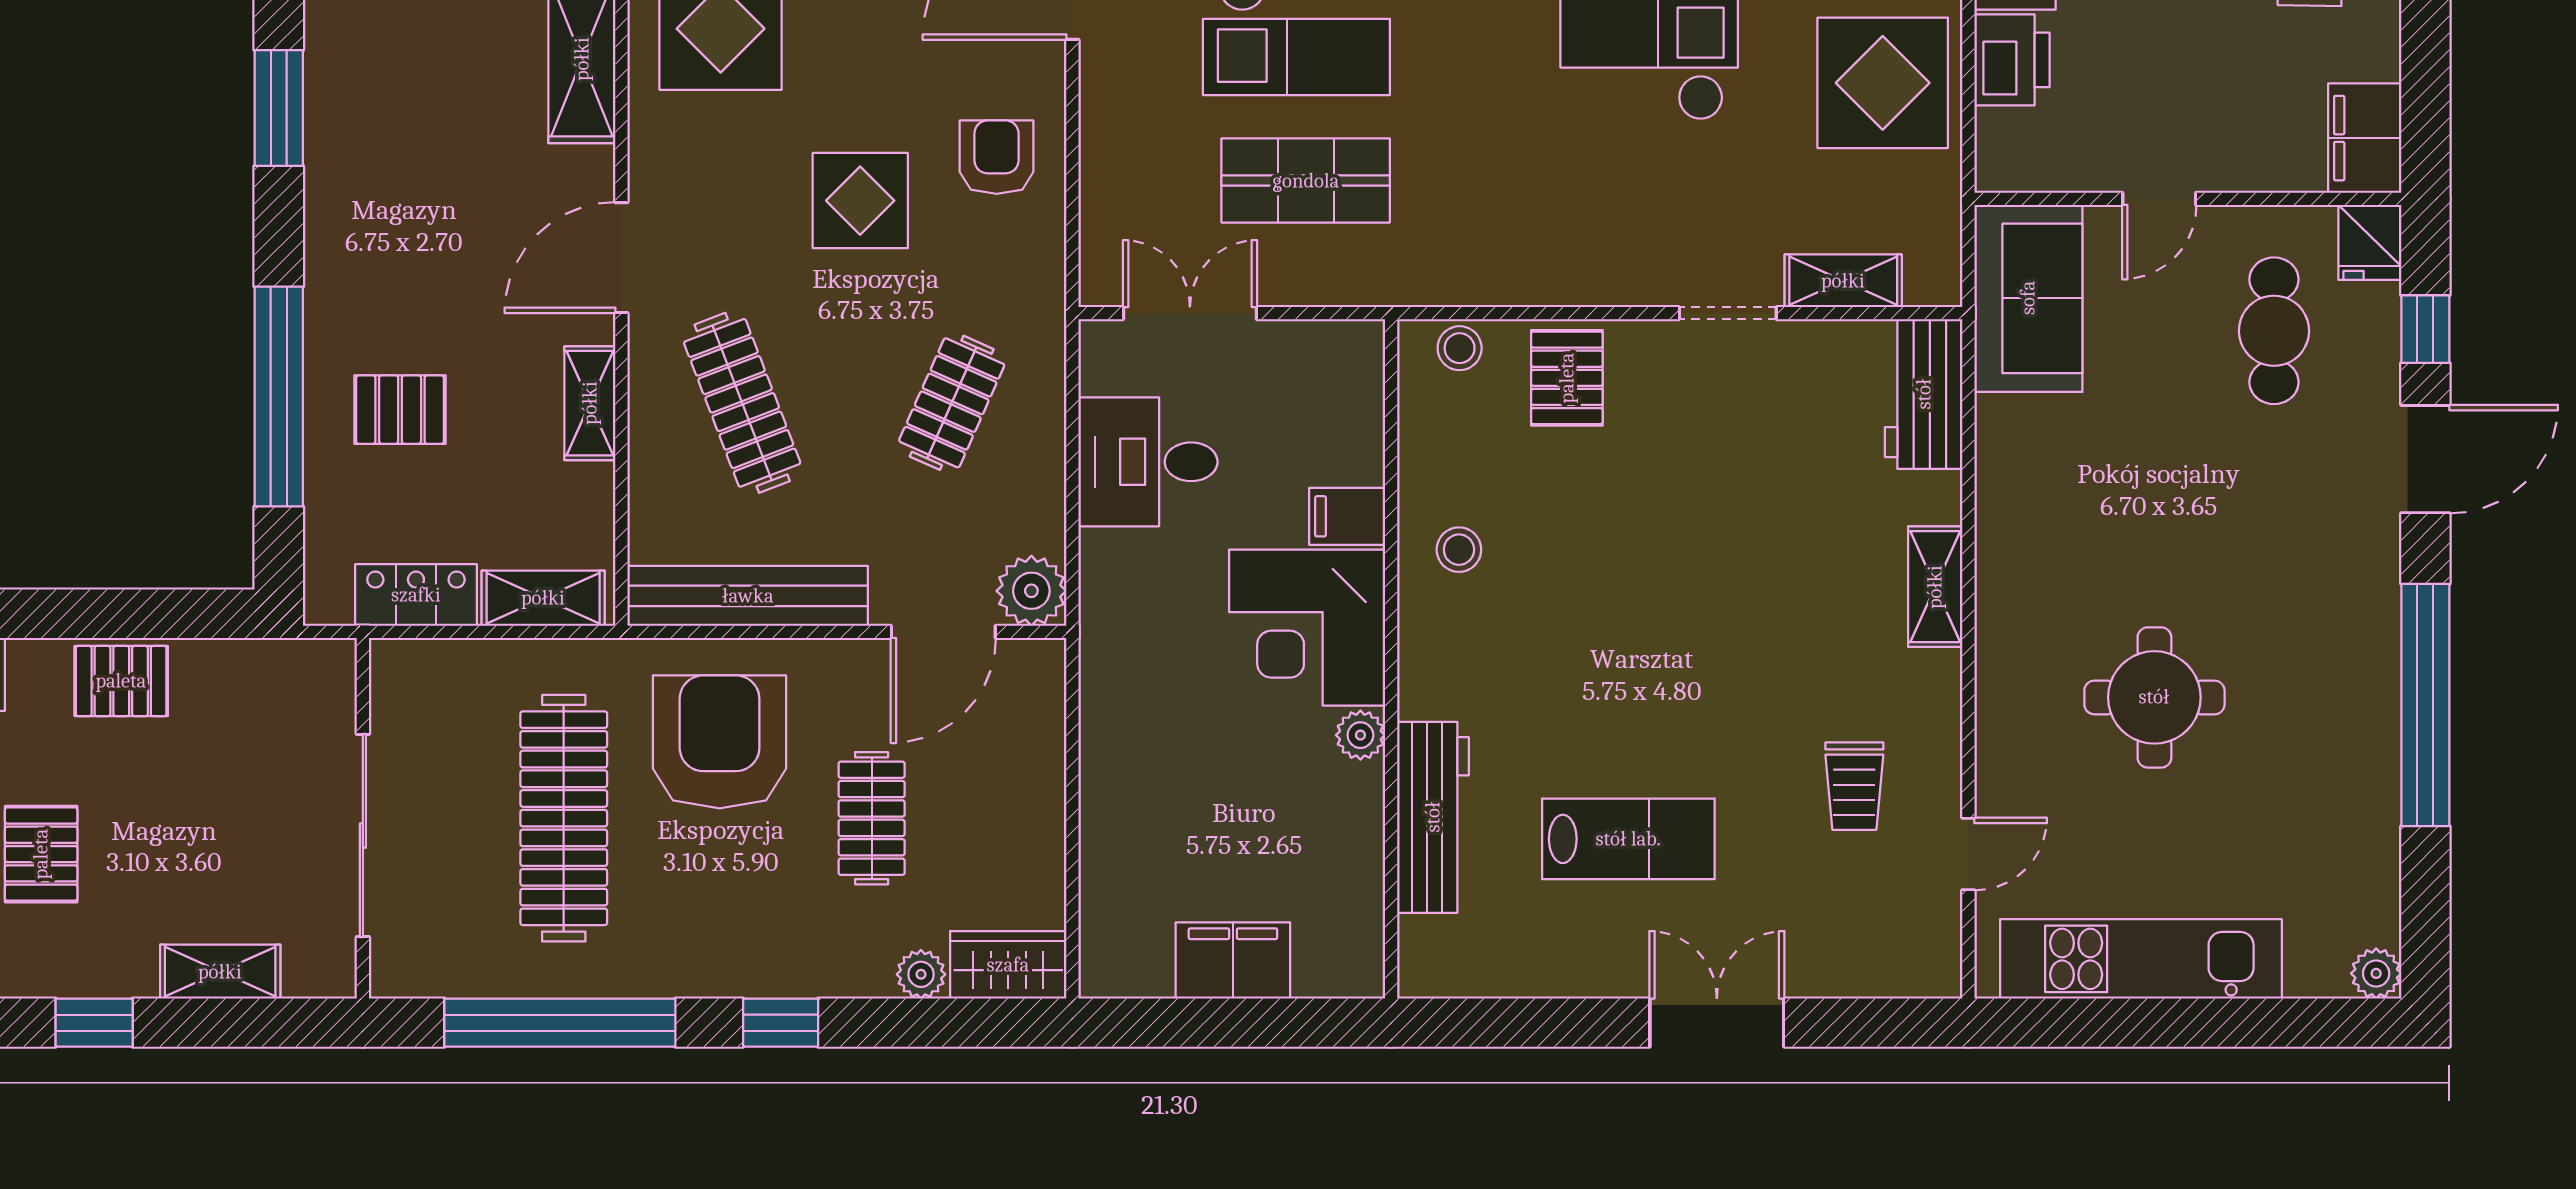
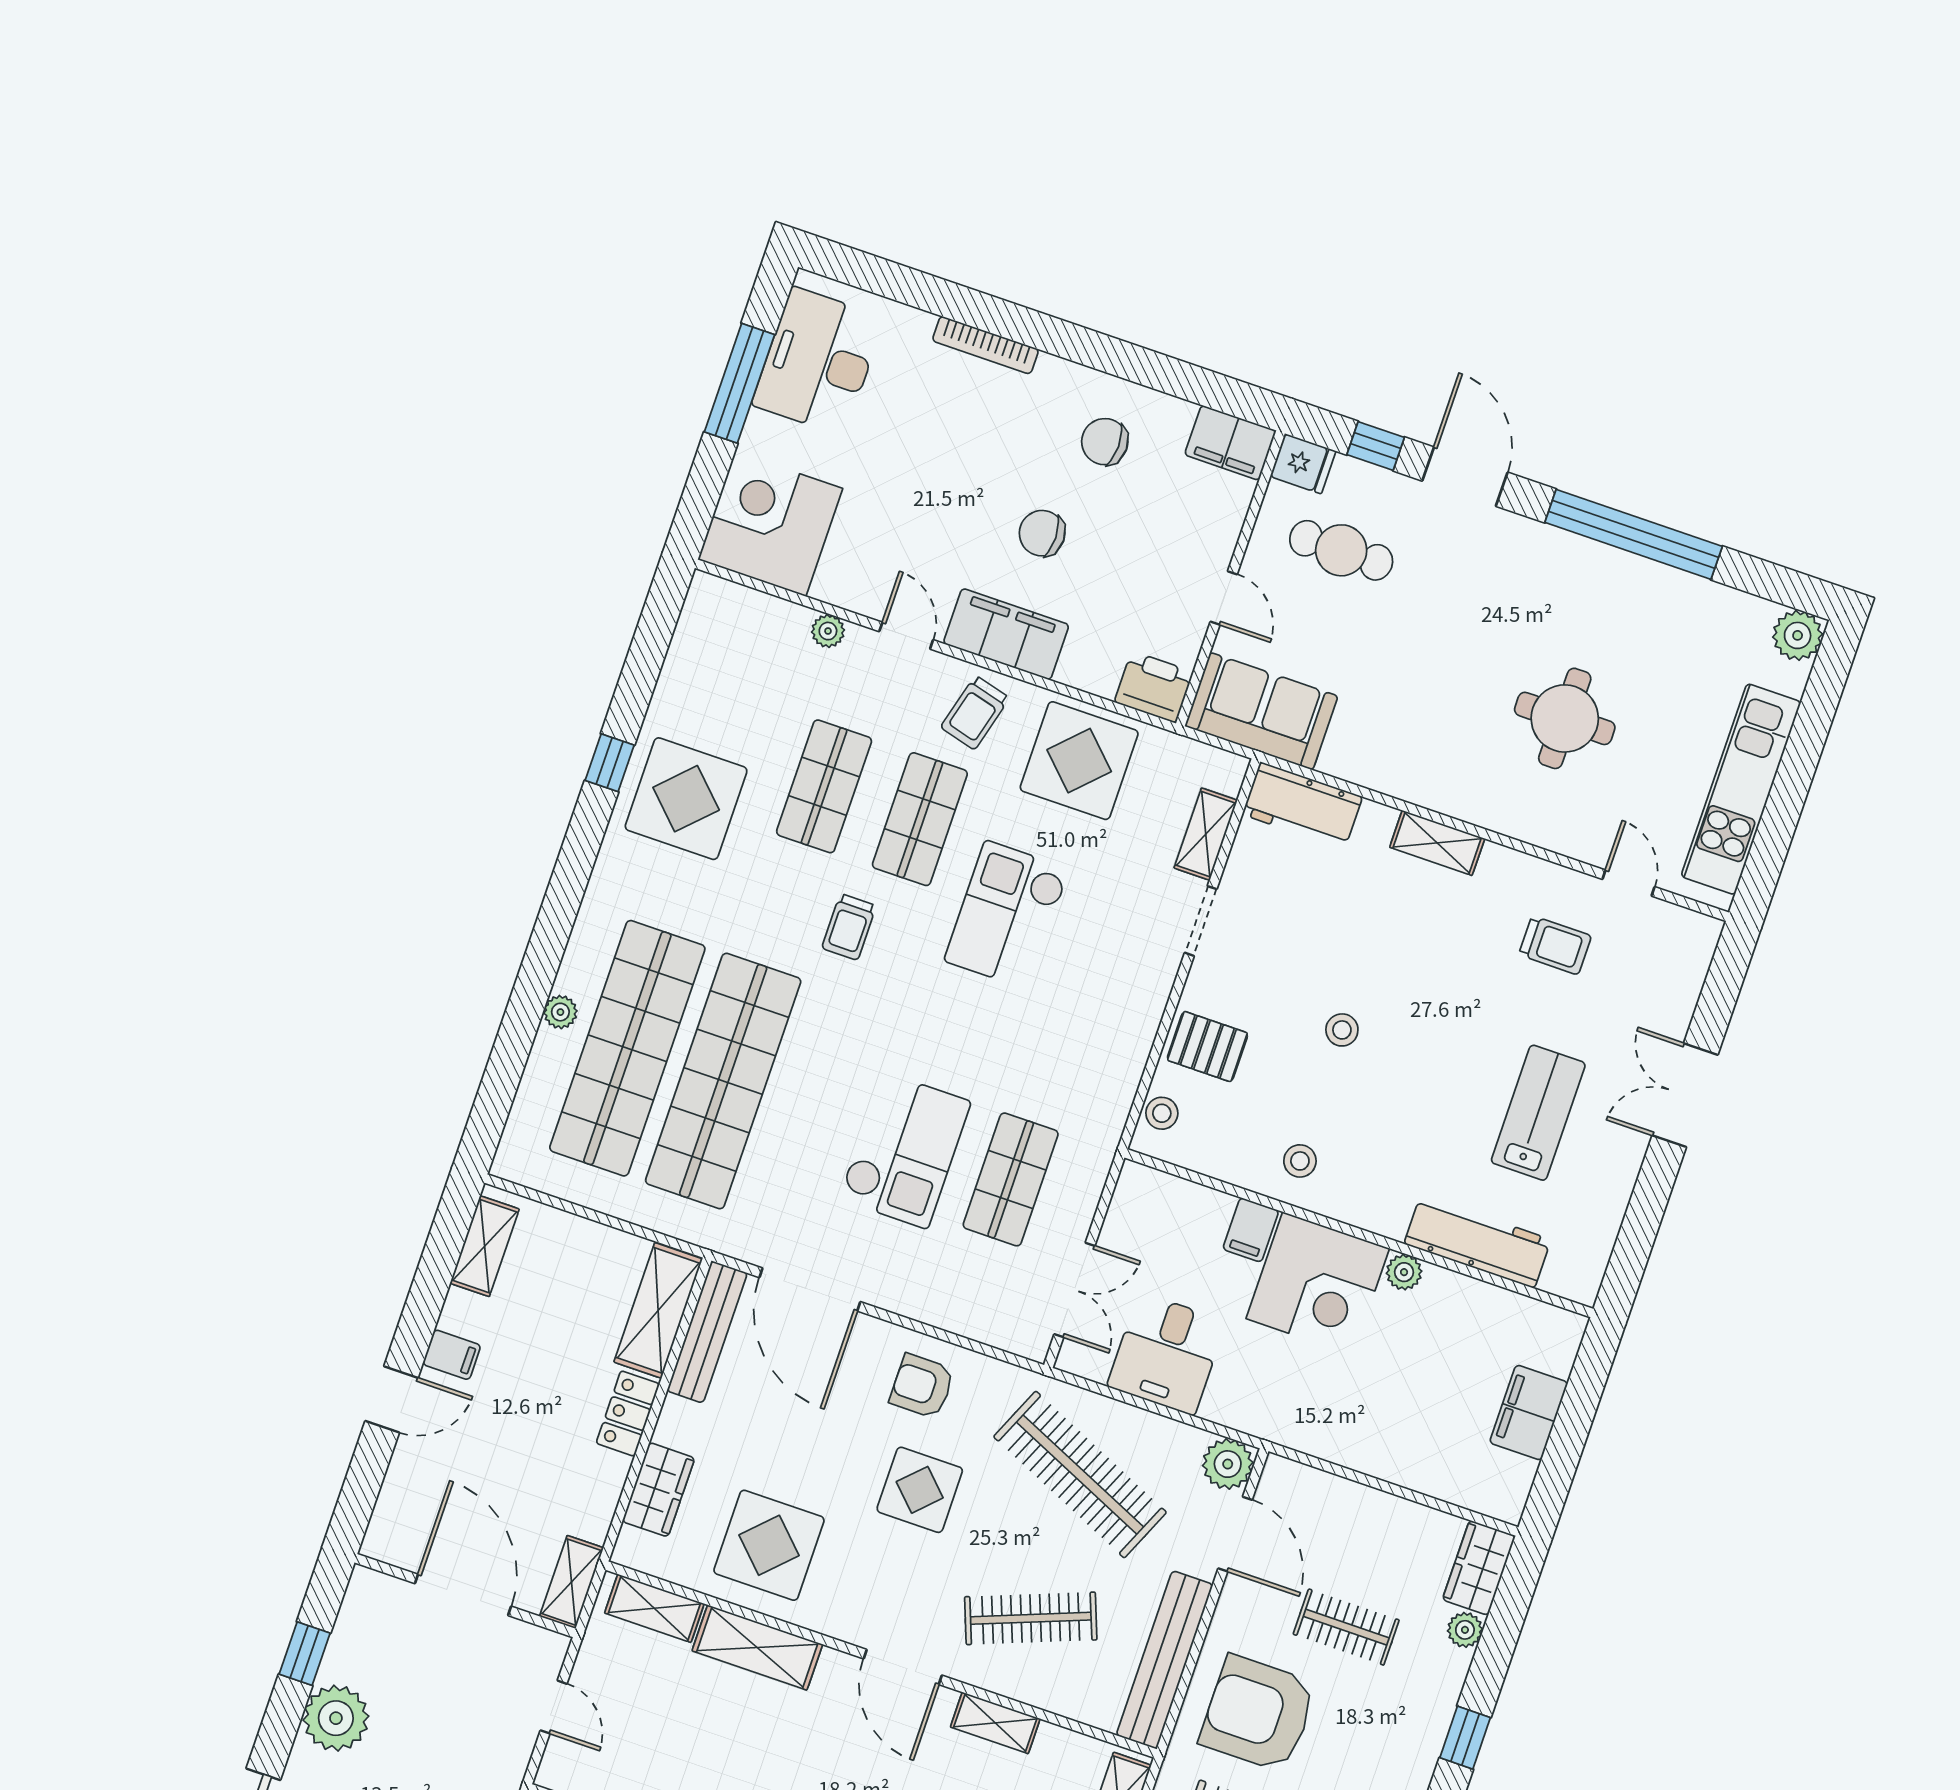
printer: (2012, 60) -> (1154, 687), moved
double door: (1190, 313) -> (1074, 1290), swing flipped
clothes rail: (952, 403) -> (1080, 1475), width x1.86, depth x1.31
stool: (1649, 546) -> (1342, 1030), added
plant: (2376, 973) -> (1798, 635), width x1.38, depth x1.38

